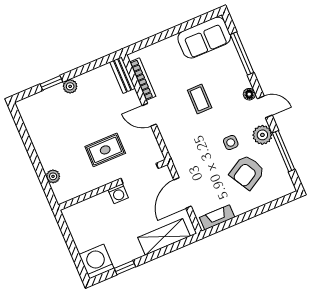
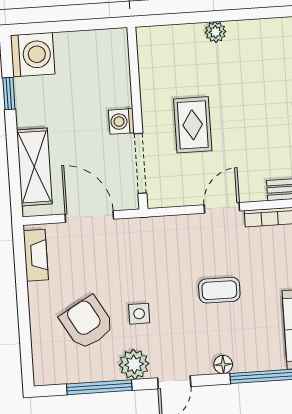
floor lamp: (249, 94) -> (223, 364), moved
plant: (53, 176) -> (215, 32), moved

